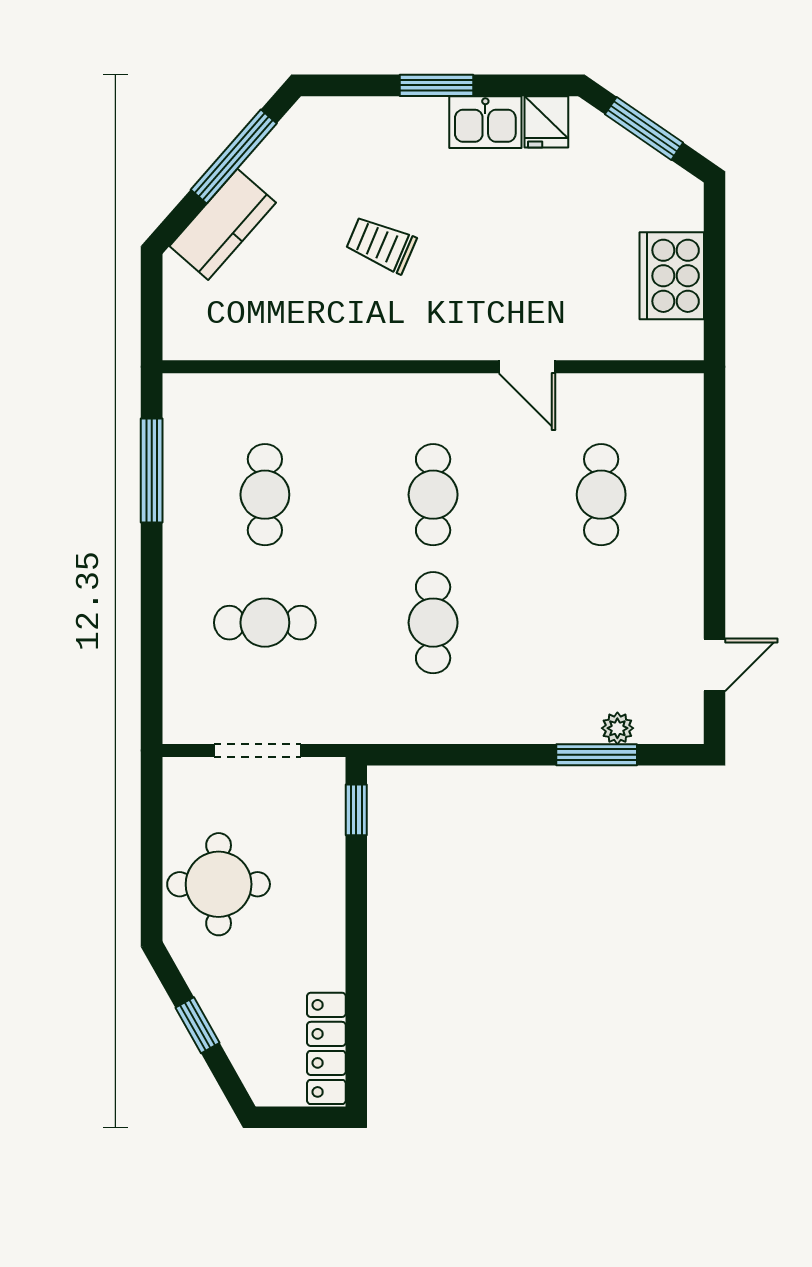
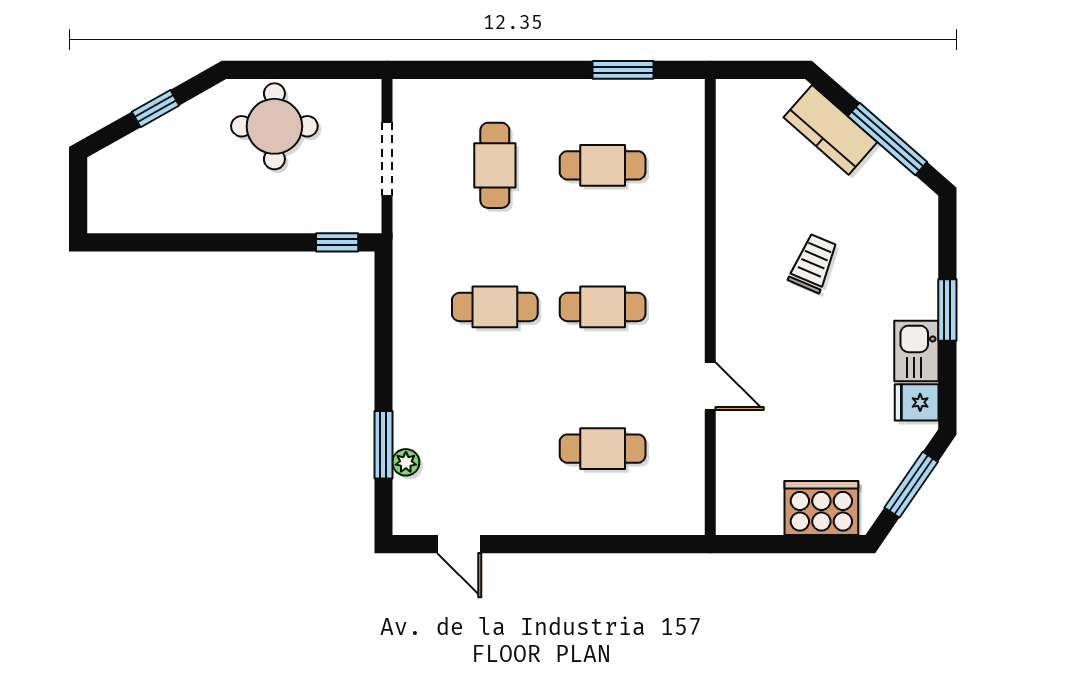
cooker: (672, 276) -> (821, 508), moved
door: (527, 367) -> (710, 386), swing flipped
window: (152, 470) -> (623, 70), width x0.69
locker: (326, 1048) -> (136, 217), removed

